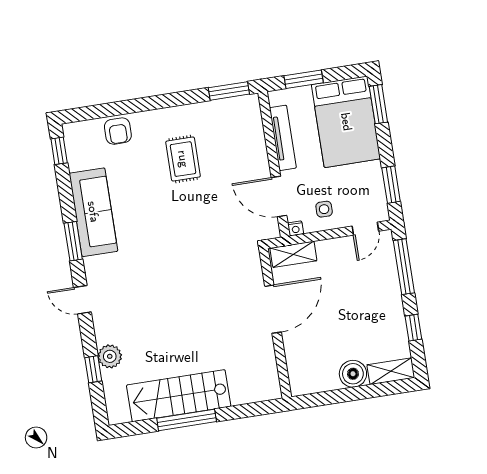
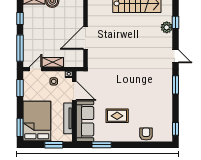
window: (229, 91) -> (102, 145), moved
rug: (183, 159) -> (117, 116), turned 90
sofa: (93, 212) -> (85, 121), moved, turned 180
shelving: (293, 254) -> (53, 62), moved

